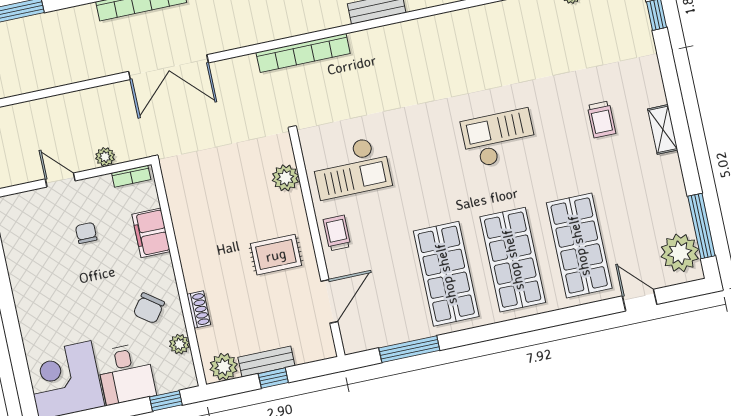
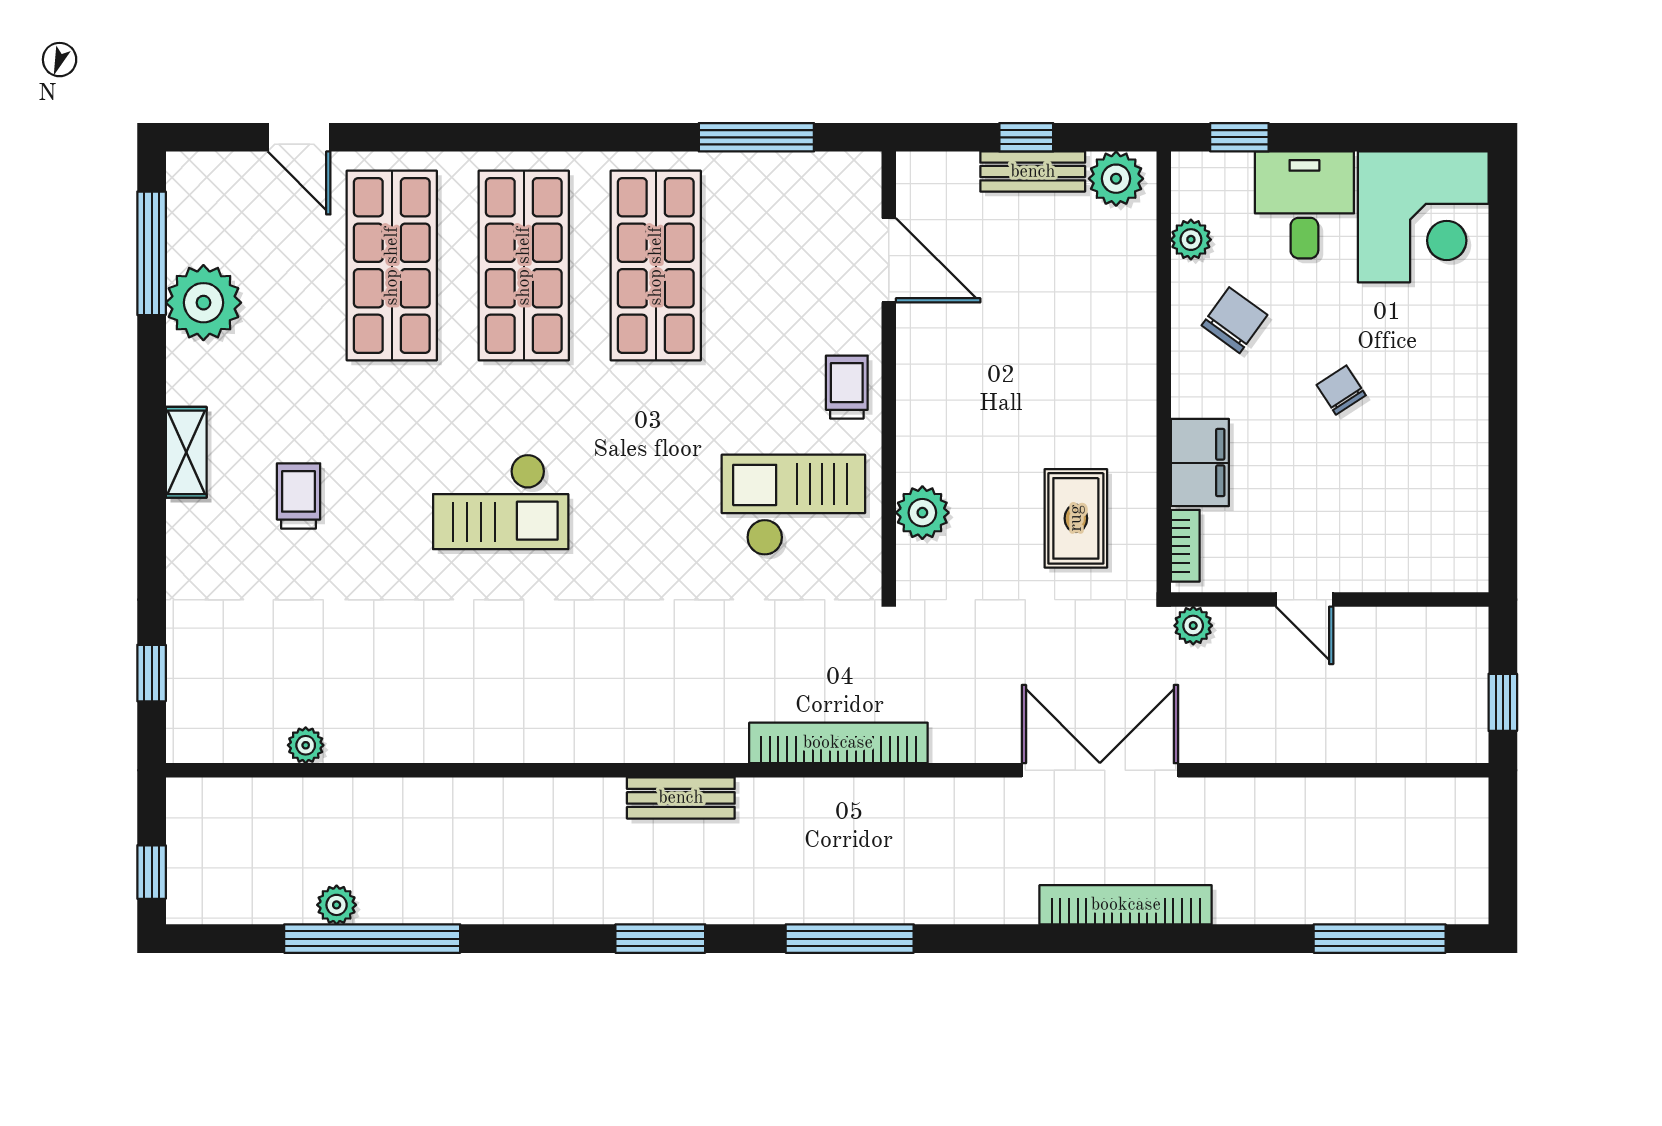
plant: (105, 157) -> (1193, 626), moved
bookcase: (131, 176) -> (1185, 546), moved, turned 90
door: (60, 180) -> (1305, 600), moved
chair: (86, 233) -> (1341, 390), moved, turned 147
trolley: (337, 233) -> (847, 387), turned 180
plant: (680, 253) -> (203, 303), moved
rug: (276, 255) -> (1076, 518), moved, turned 90
door: (329, 301) -> (889, 260), swing flipped
shoe rack: (199, 310) -> (1140, 298), removed

